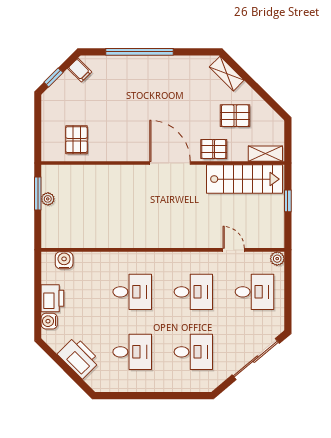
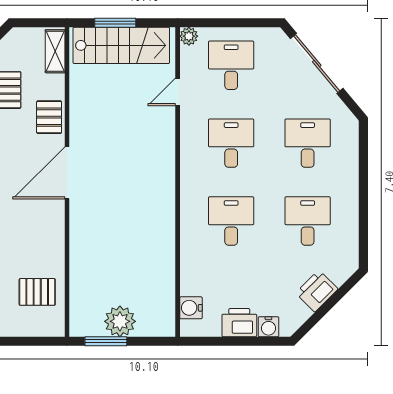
stairs: (244, 179) -> (121, 45), moved, turned 90
plant: (48, 199) -> (120, 321), width x1.88, depth x1.88
window: (288, 201) -> (115, 23), width x1.50
printer: (79, 358) -> (317, 291), width x0.73, depth x0.84

